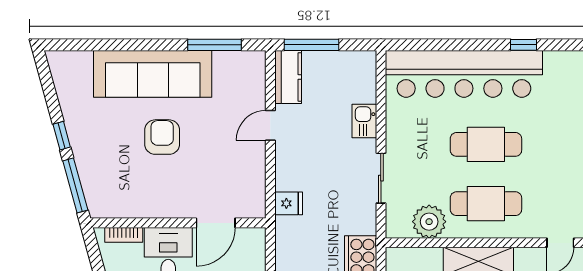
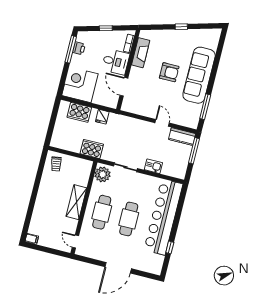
window: (75, 185) -> (157, 27), removed
fridge: (289, 203) -> (102, 117), moved
fireplace: (137, 206) -> (141, 53), added
plant: (429, 222) -> (103, 174), moved

